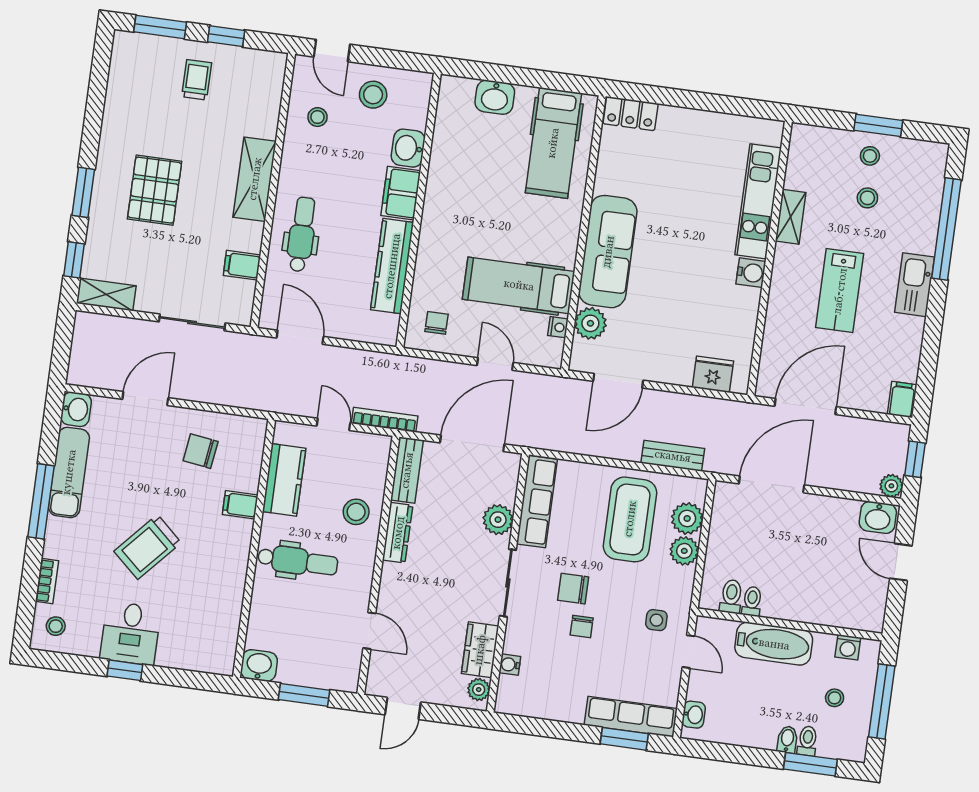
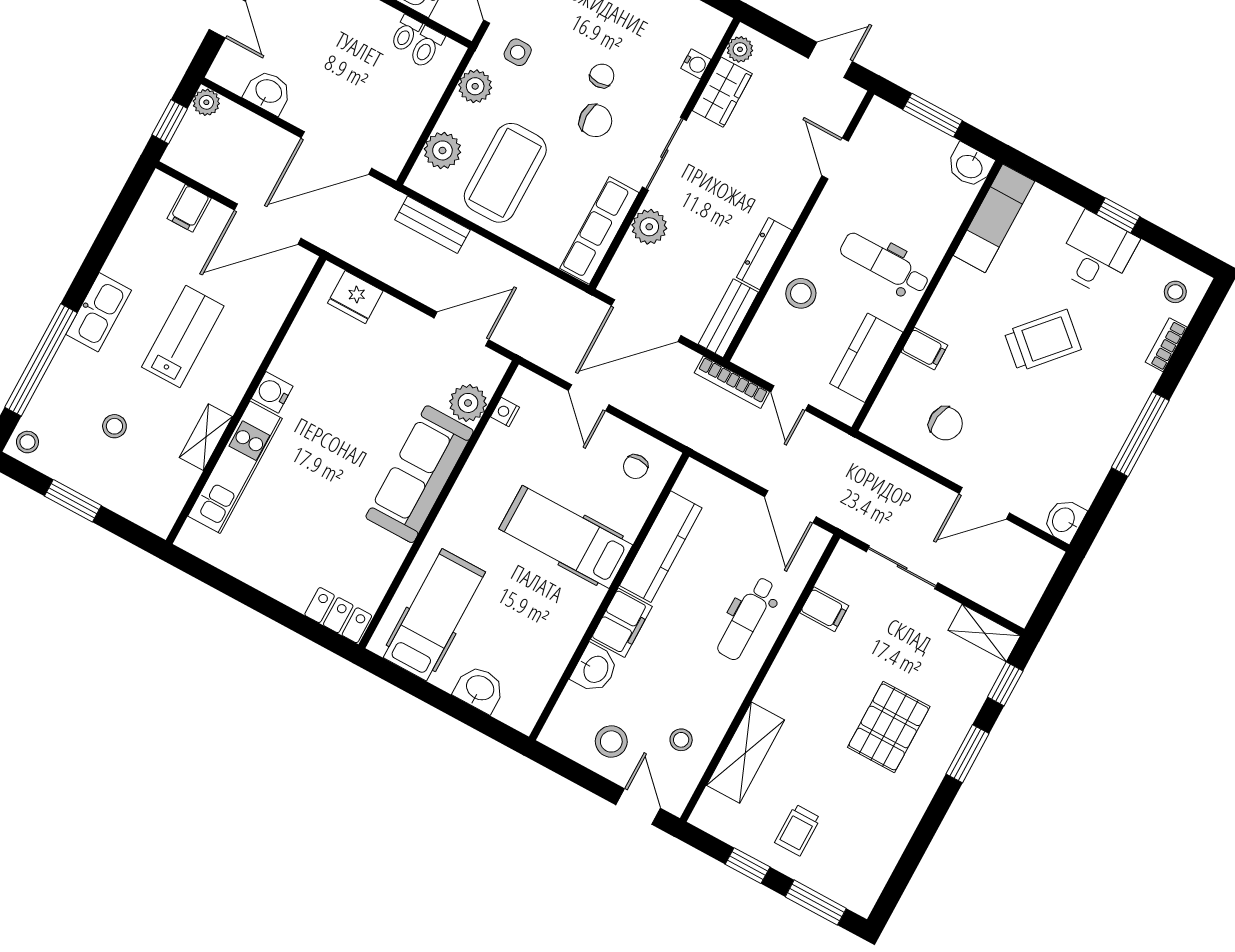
stool: (870, 156) -> (27, 442), moved
shelving: (255, 179) -> (746, 753), moved
hospital bed: (519, 285) -> (566, 537), moved, turned 180
filing cabinet: (902, 399) -> (189, 208), moved
exam couch: (69, 472) -> (994, 218), moved, turned 180
washbasin: (878, 517) -> (268, 92), moved
plant: (684, 551) -> (475, 86), moved

